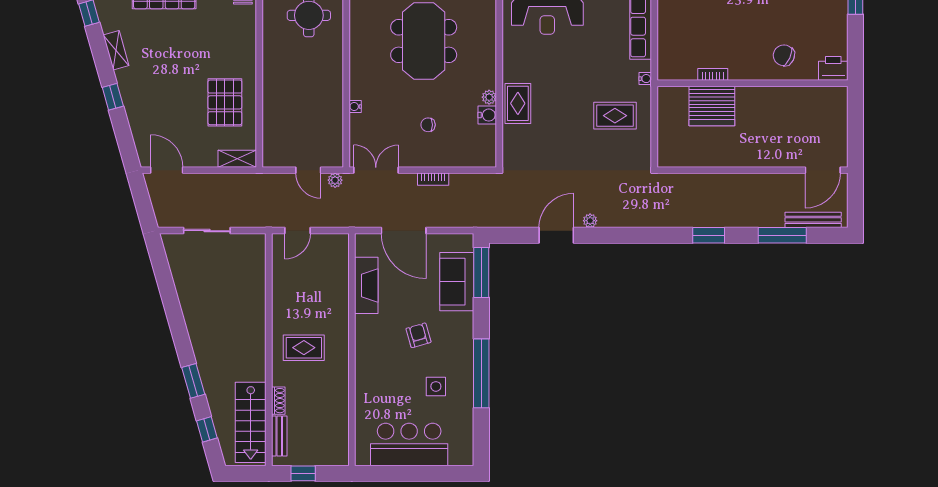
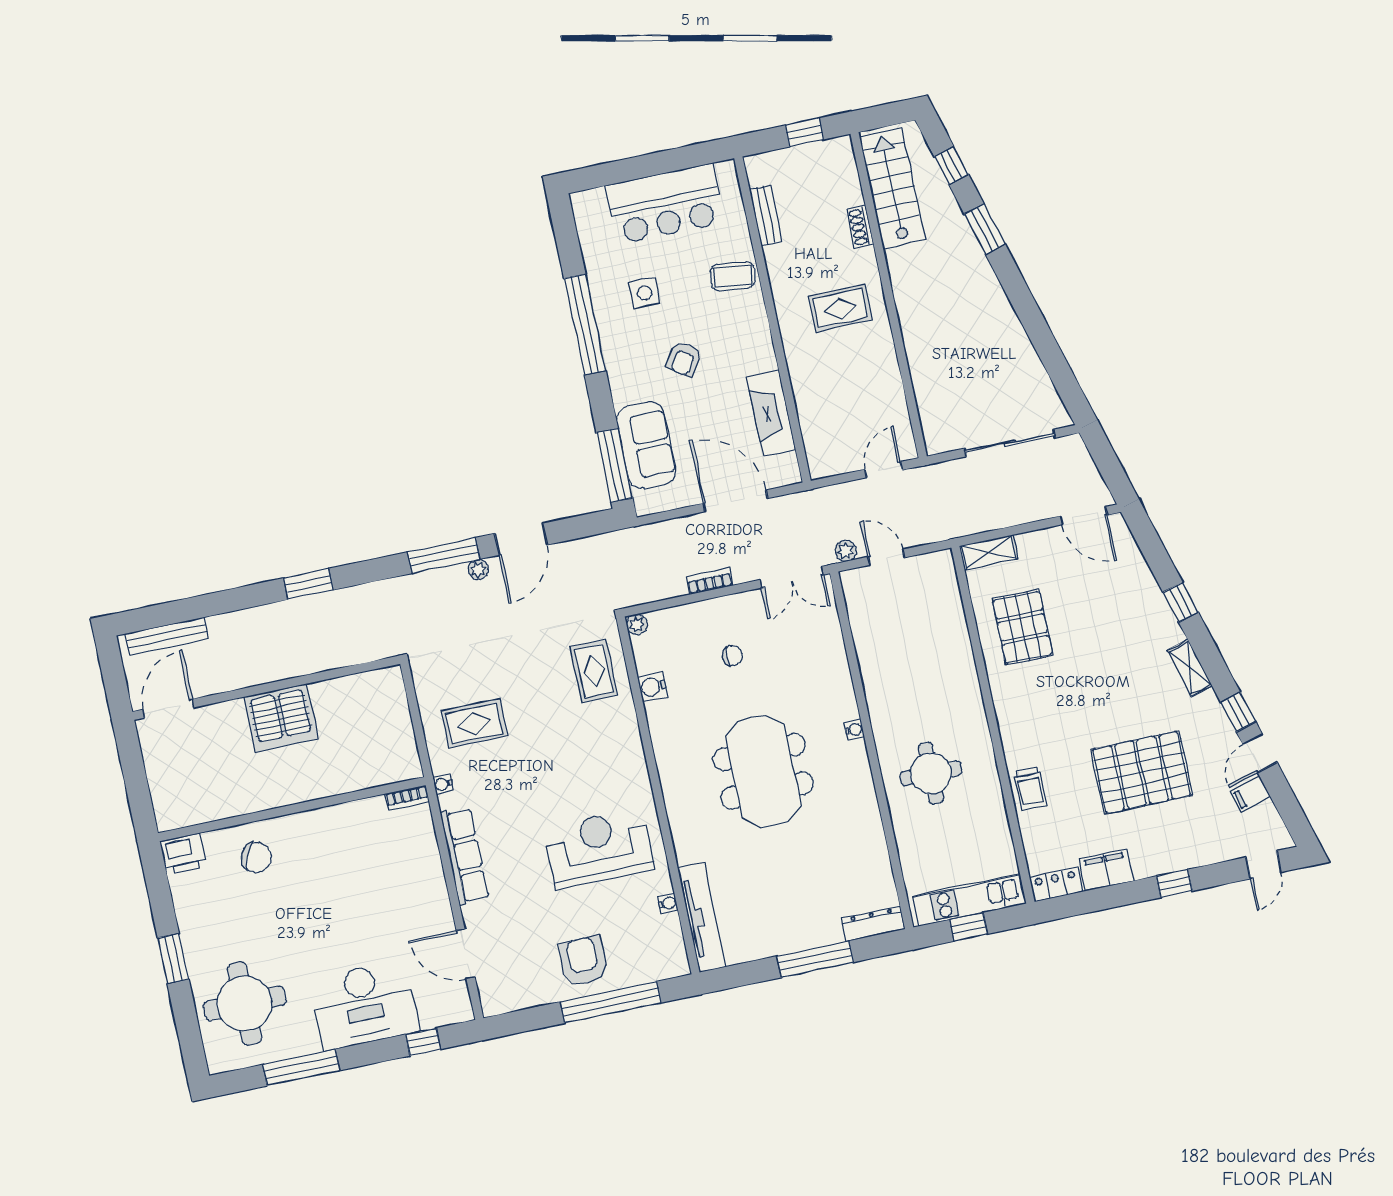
bookcase: (713, 74) -> (407, 798), moved
plant: (489, 97) -> (637, 624), moved
rug: (518, 103) -> (594, 671), moved
water cooler: (355, 106) -> (854, 730), moved
server rack: (712, 106) -> (281, 718), moved, turned 180
sliding door: (207, 231) -> (1010, 443), width x1.37
window: (782, 235) -> (444, 555), moved
armchair: (418, 335) -> (684, 359), turned 50
coffee table: (373, 385) -> (733, 276), added
bench: (279, 436) -> (766, 215), moved

